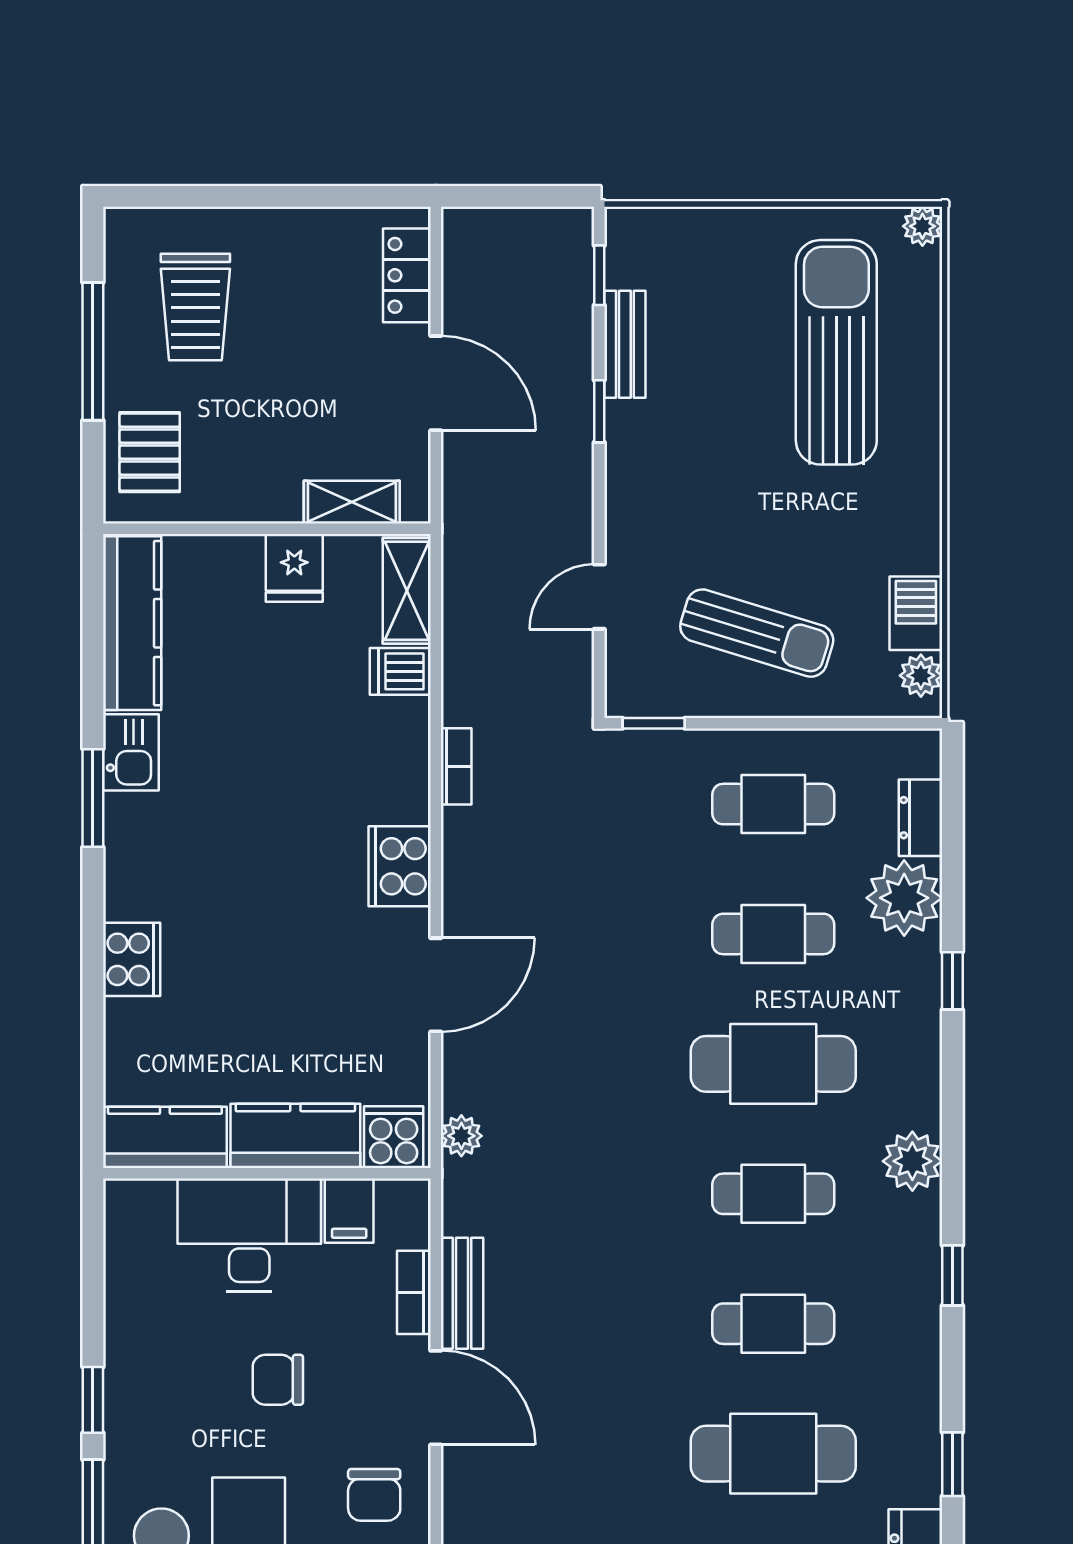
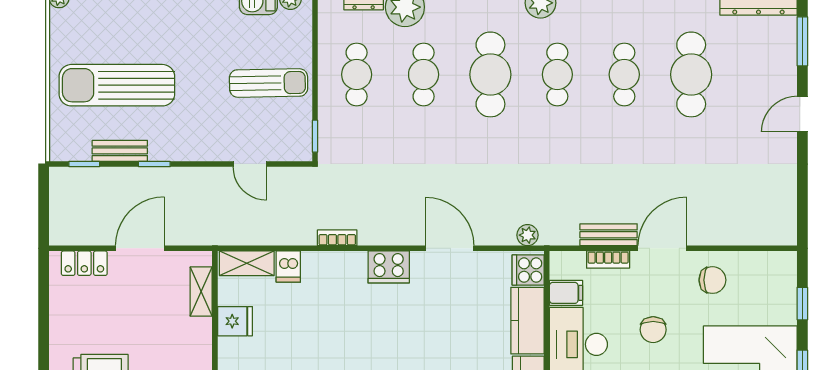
sun lounger: (836, 352) -> (117, 85), moved
sun lounger: (757, 633) -> (269, 83), turned 72

